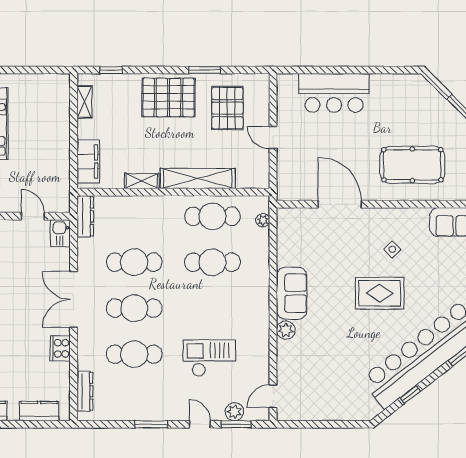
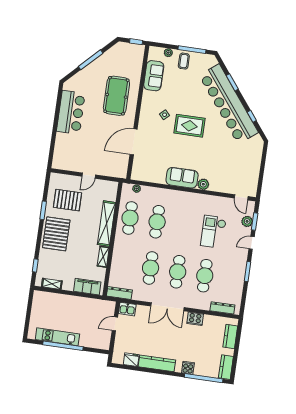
bar counter: (334, 93) -> (71, 112), moved
rug: (380, 293) -> (189, 126), turned 90

